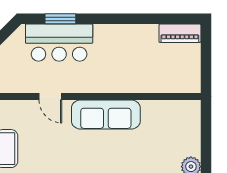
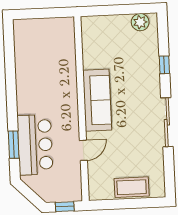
piano: (180, 33) -> (22, 37), removed

